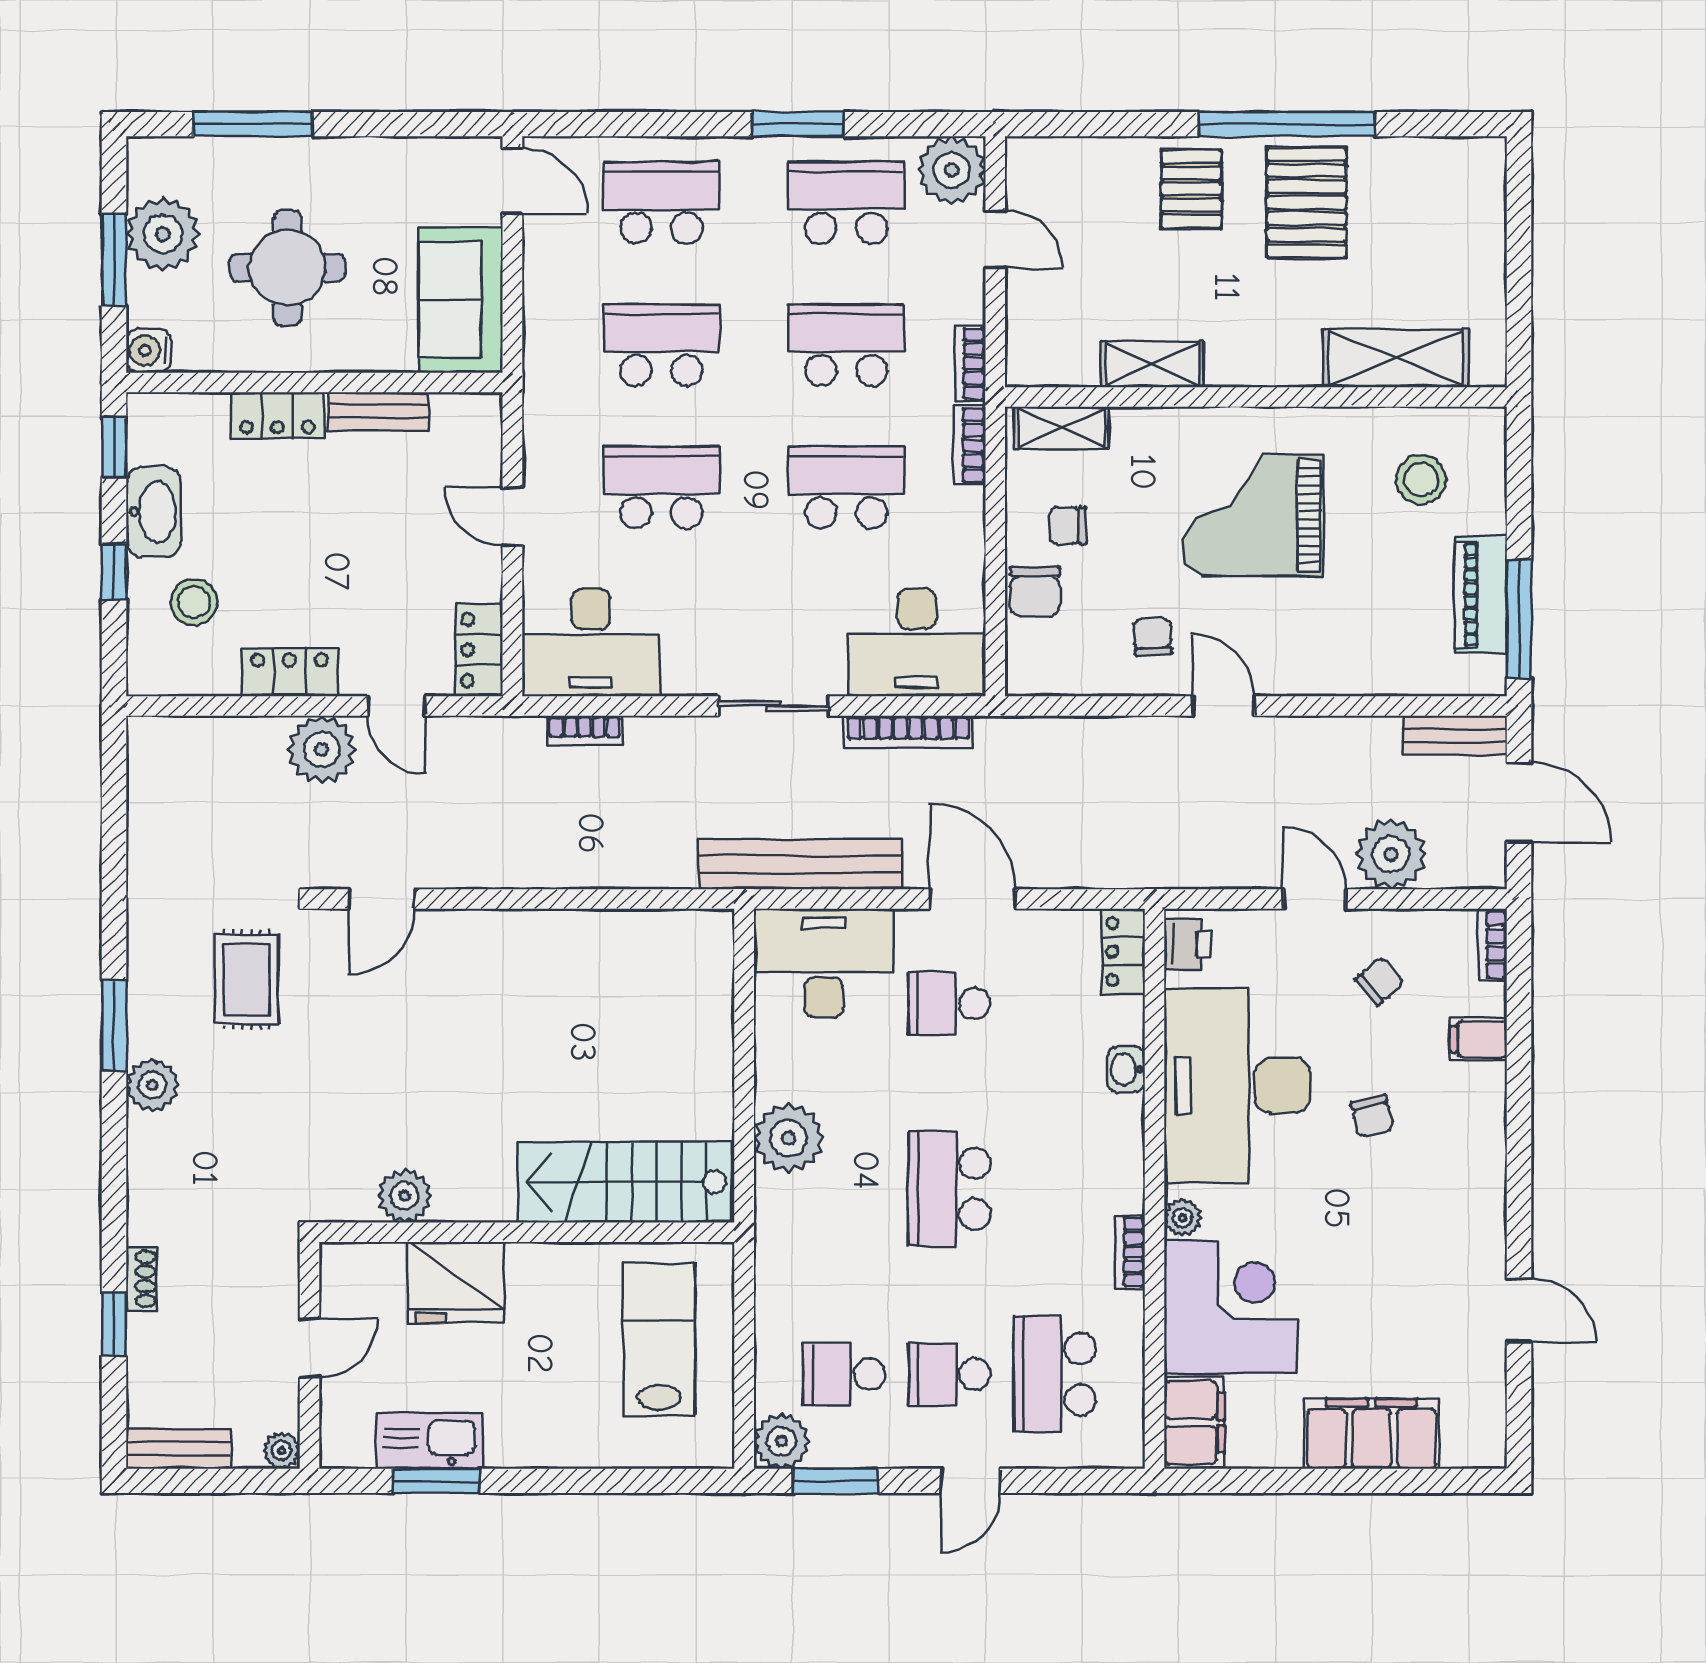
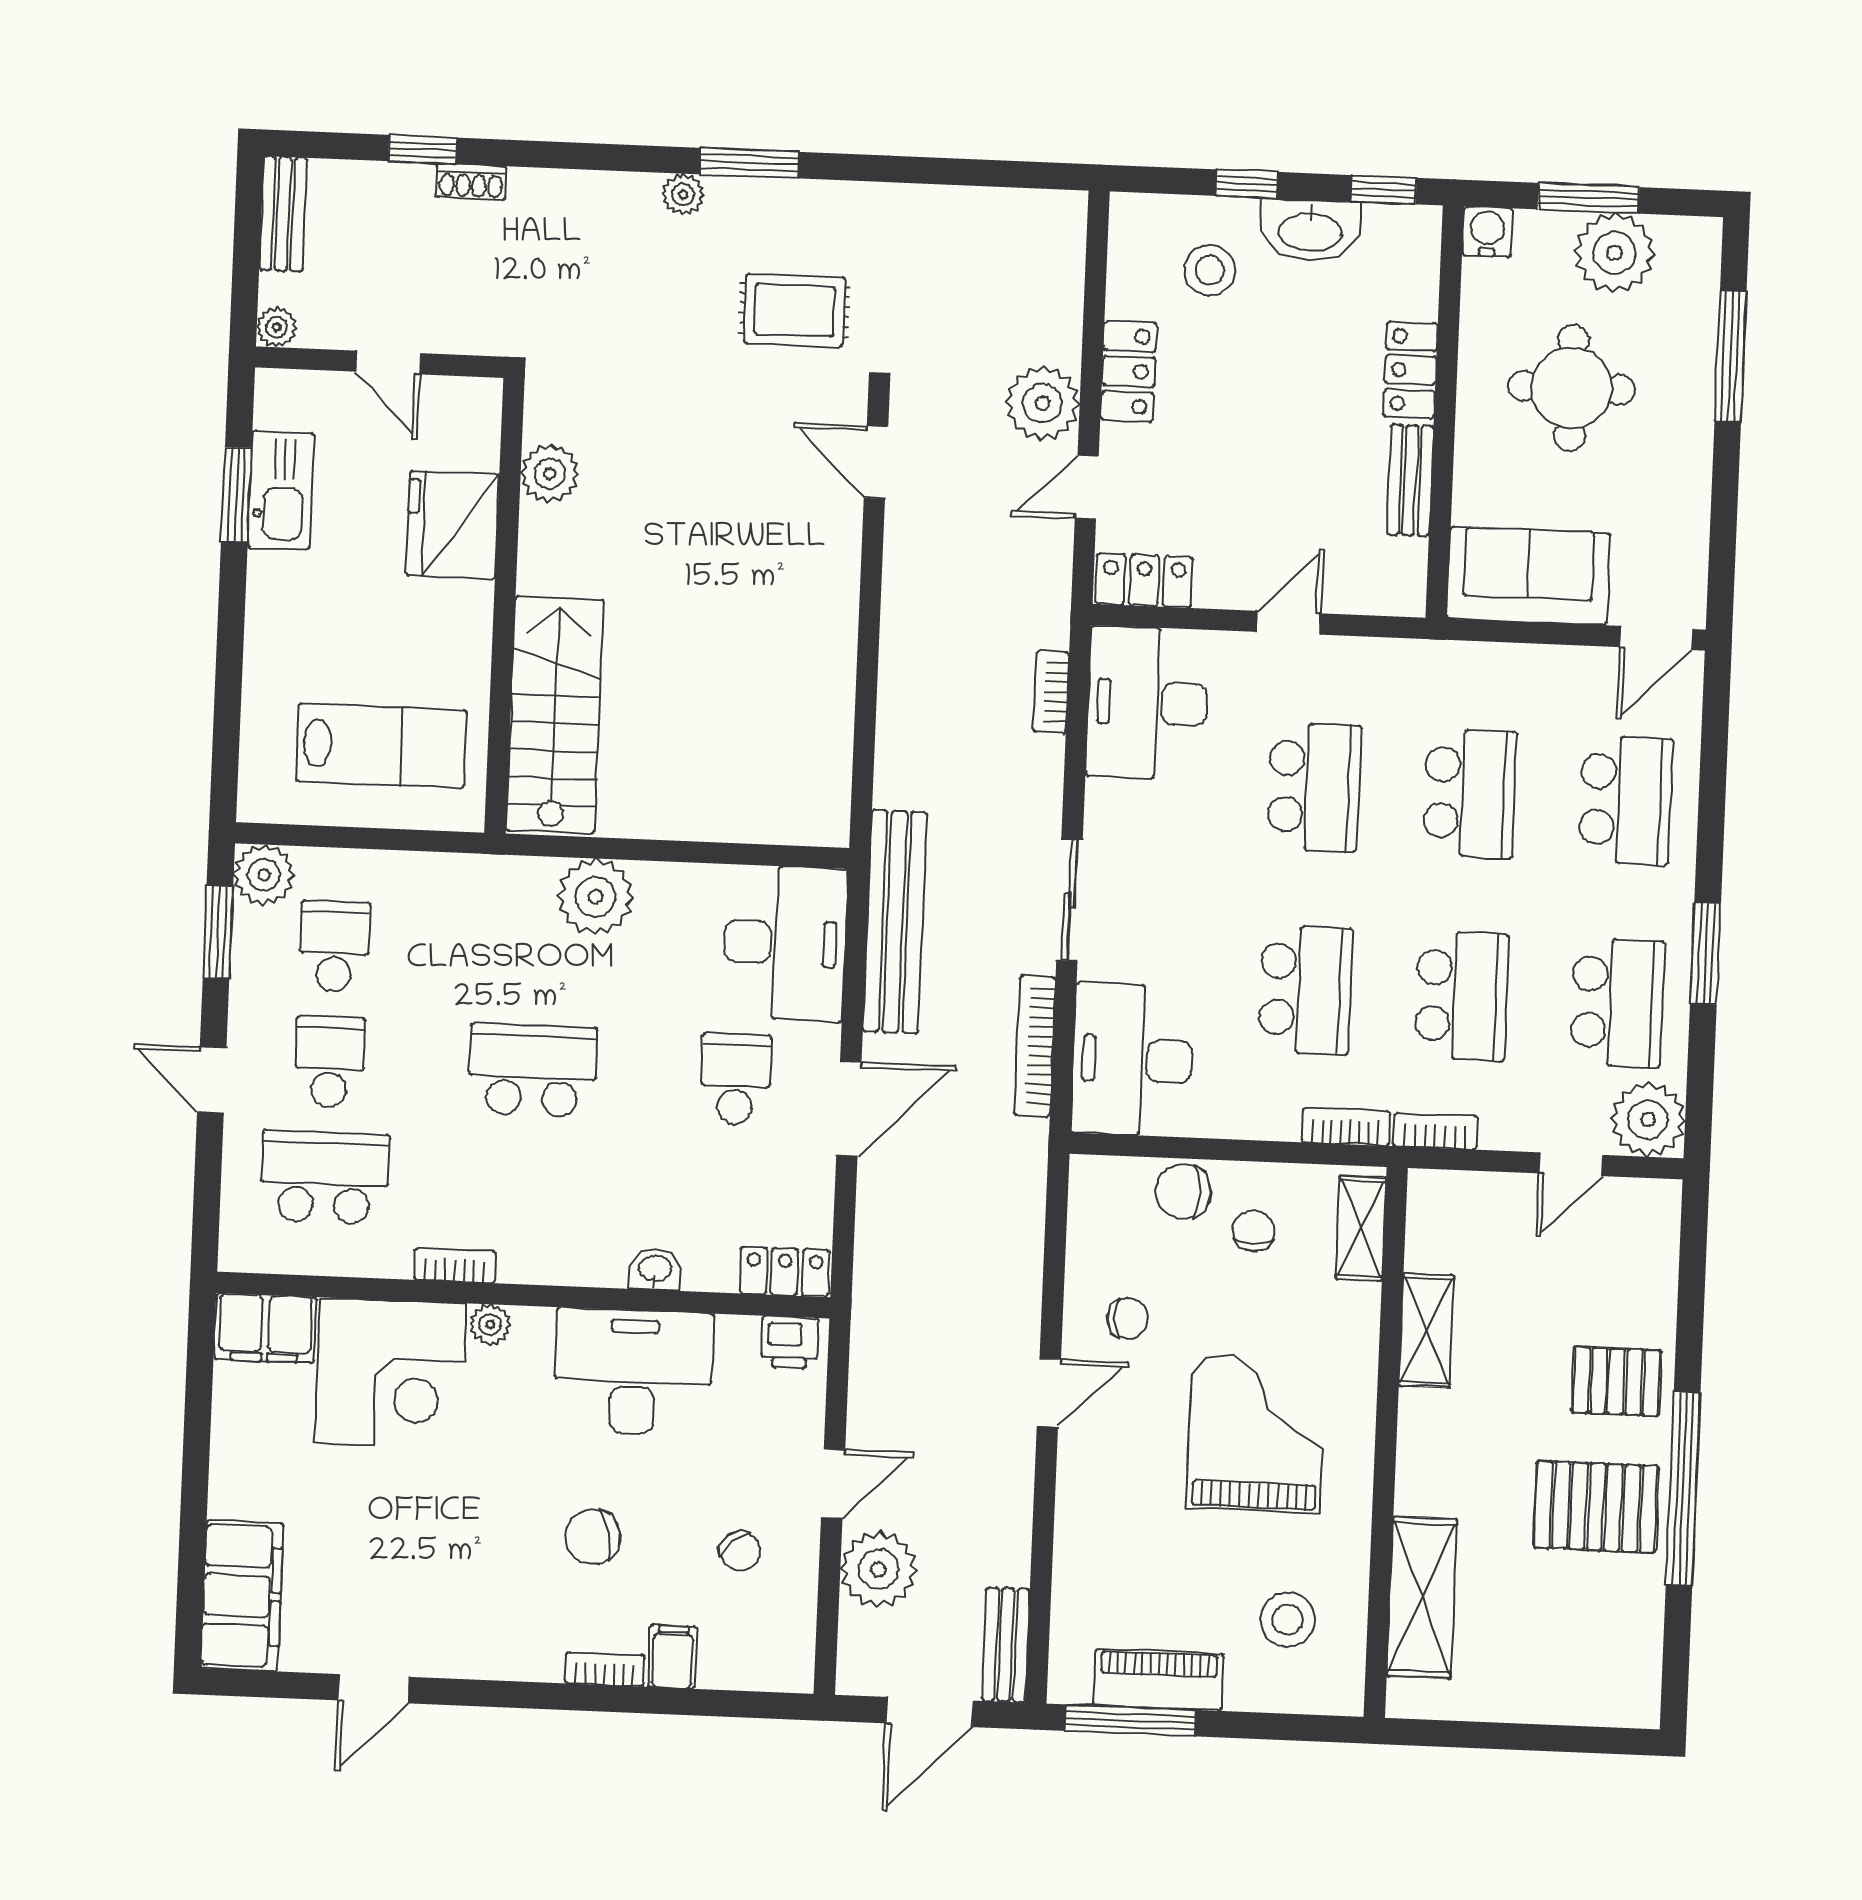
bookcase: (1493, 945) -> (605, 1669), moved
plant: (152, 1085) -> (683, 194), width x0.73, depth x0.73
desk: (1237, 1086) -> (633, 1372), width x0.73, depth x0.77
chair: (1372, 1116) -> (593, 1537), width x1.37, depth x1.37
filing cabinet: (1372, 1434) -> (242, 1596), moved

